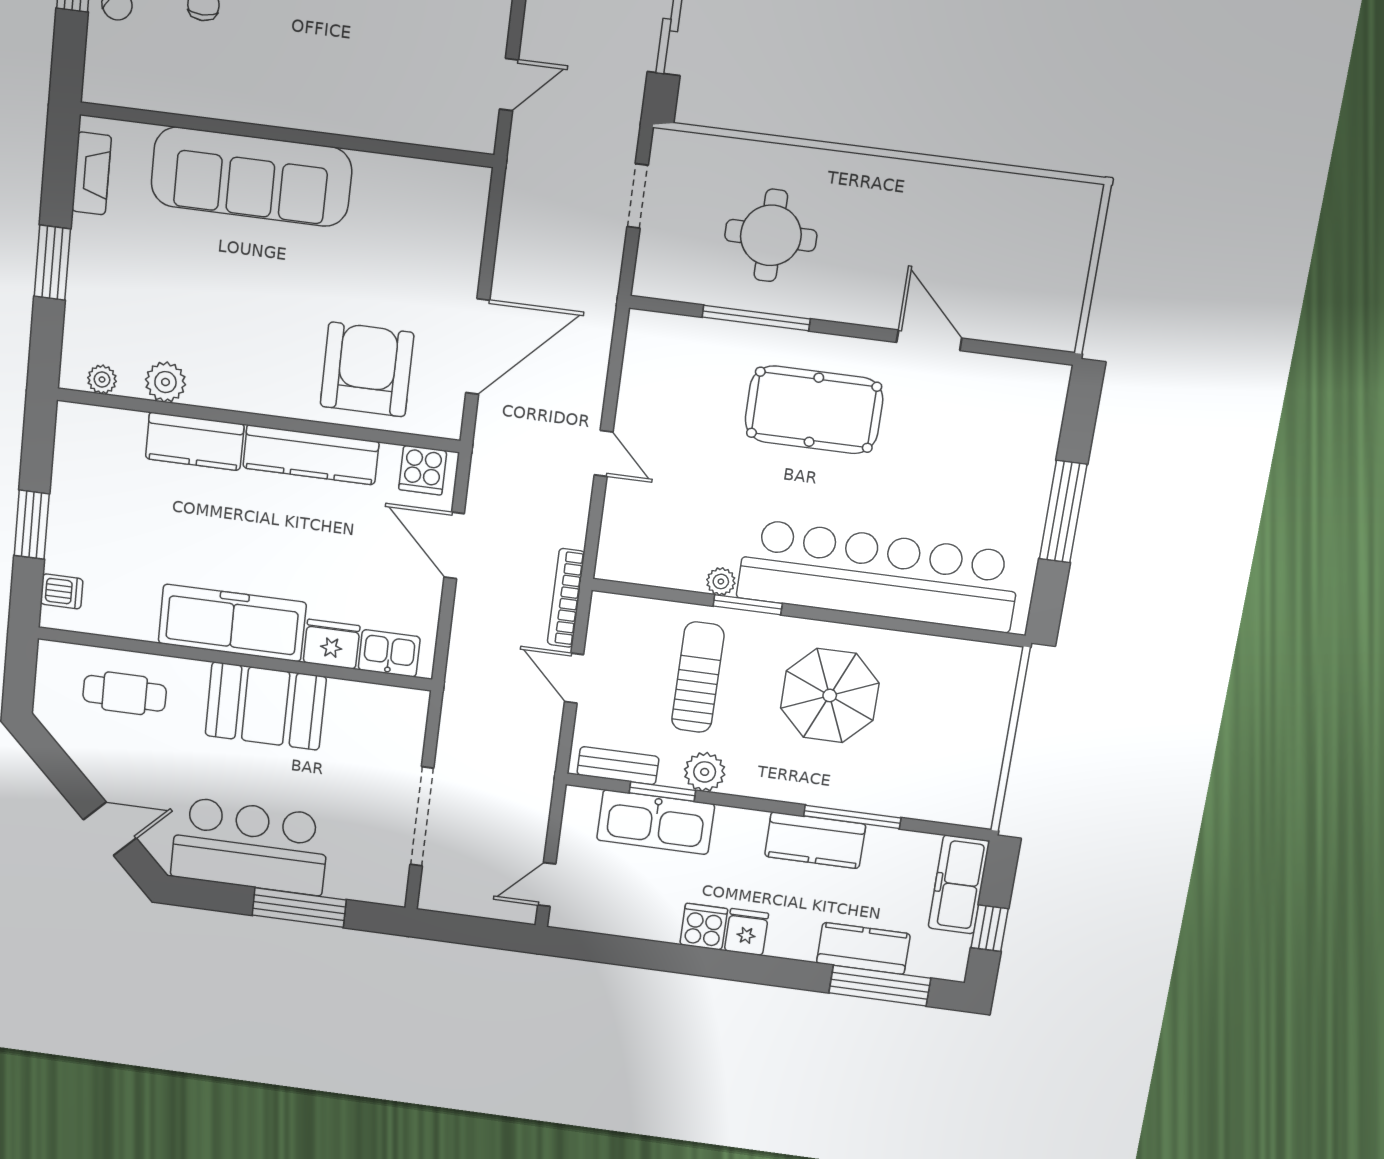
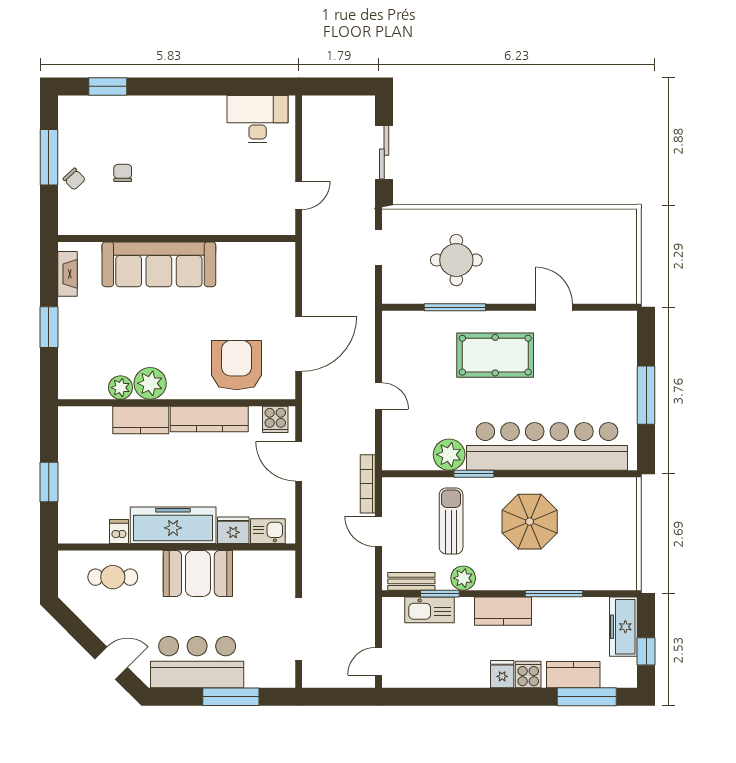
plant: (102, 380) -> (150, 383), moved, width x1.88, depth x1.88
plant: (721, 581) -> (449, 455), width x1.87, depth x1.87
dishwasher: (62, 591) -> (119, 532), moved, turned -90
kitchen sink: (656, 822) -> (429, 610), width x0.73, depth x0.81
kitchen counter: (815, 840) -> (503, 611), moved
cooker: (704, 927) -> (528, 675), moved

